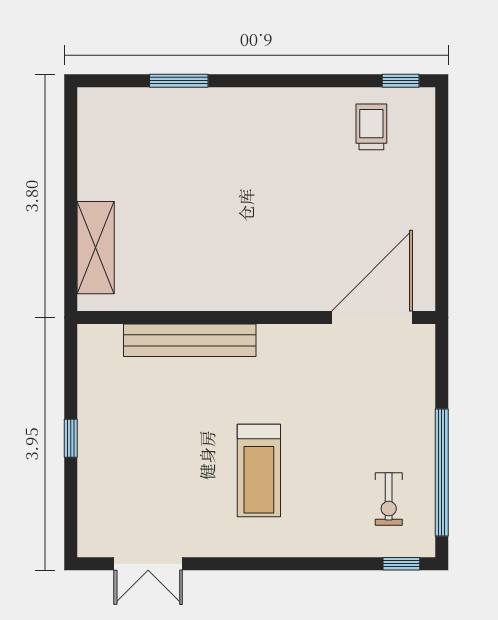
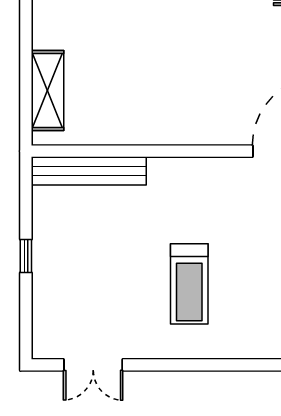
bench: (190, 340) -> (89, 171), moved

